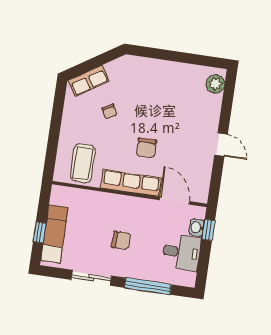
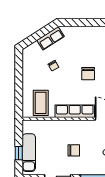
row of seats: (89, 81) -> (51, 38), moved
chair: (146, 148) -> (88, 74), moved

